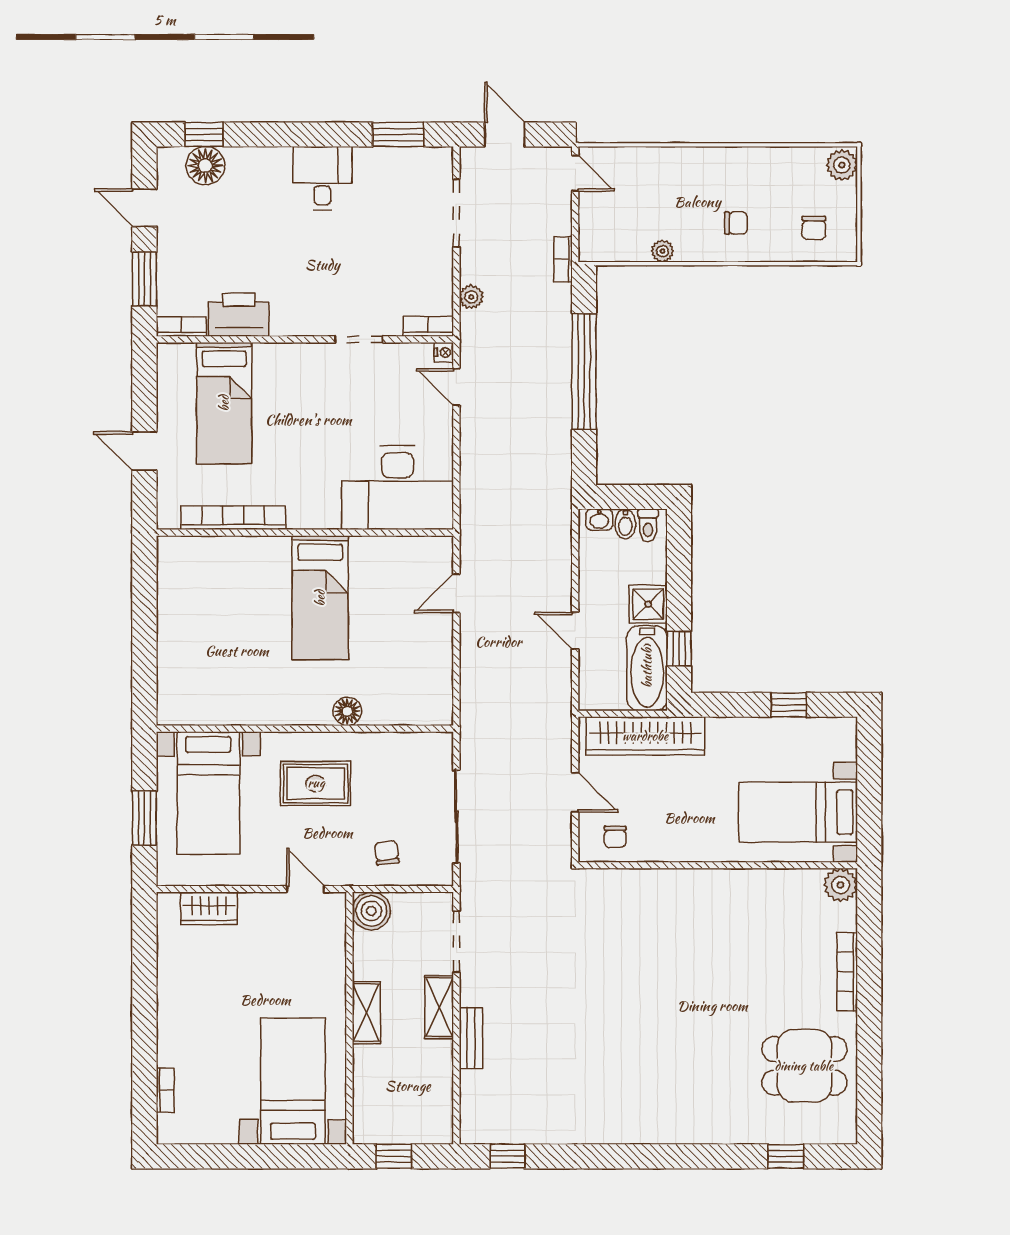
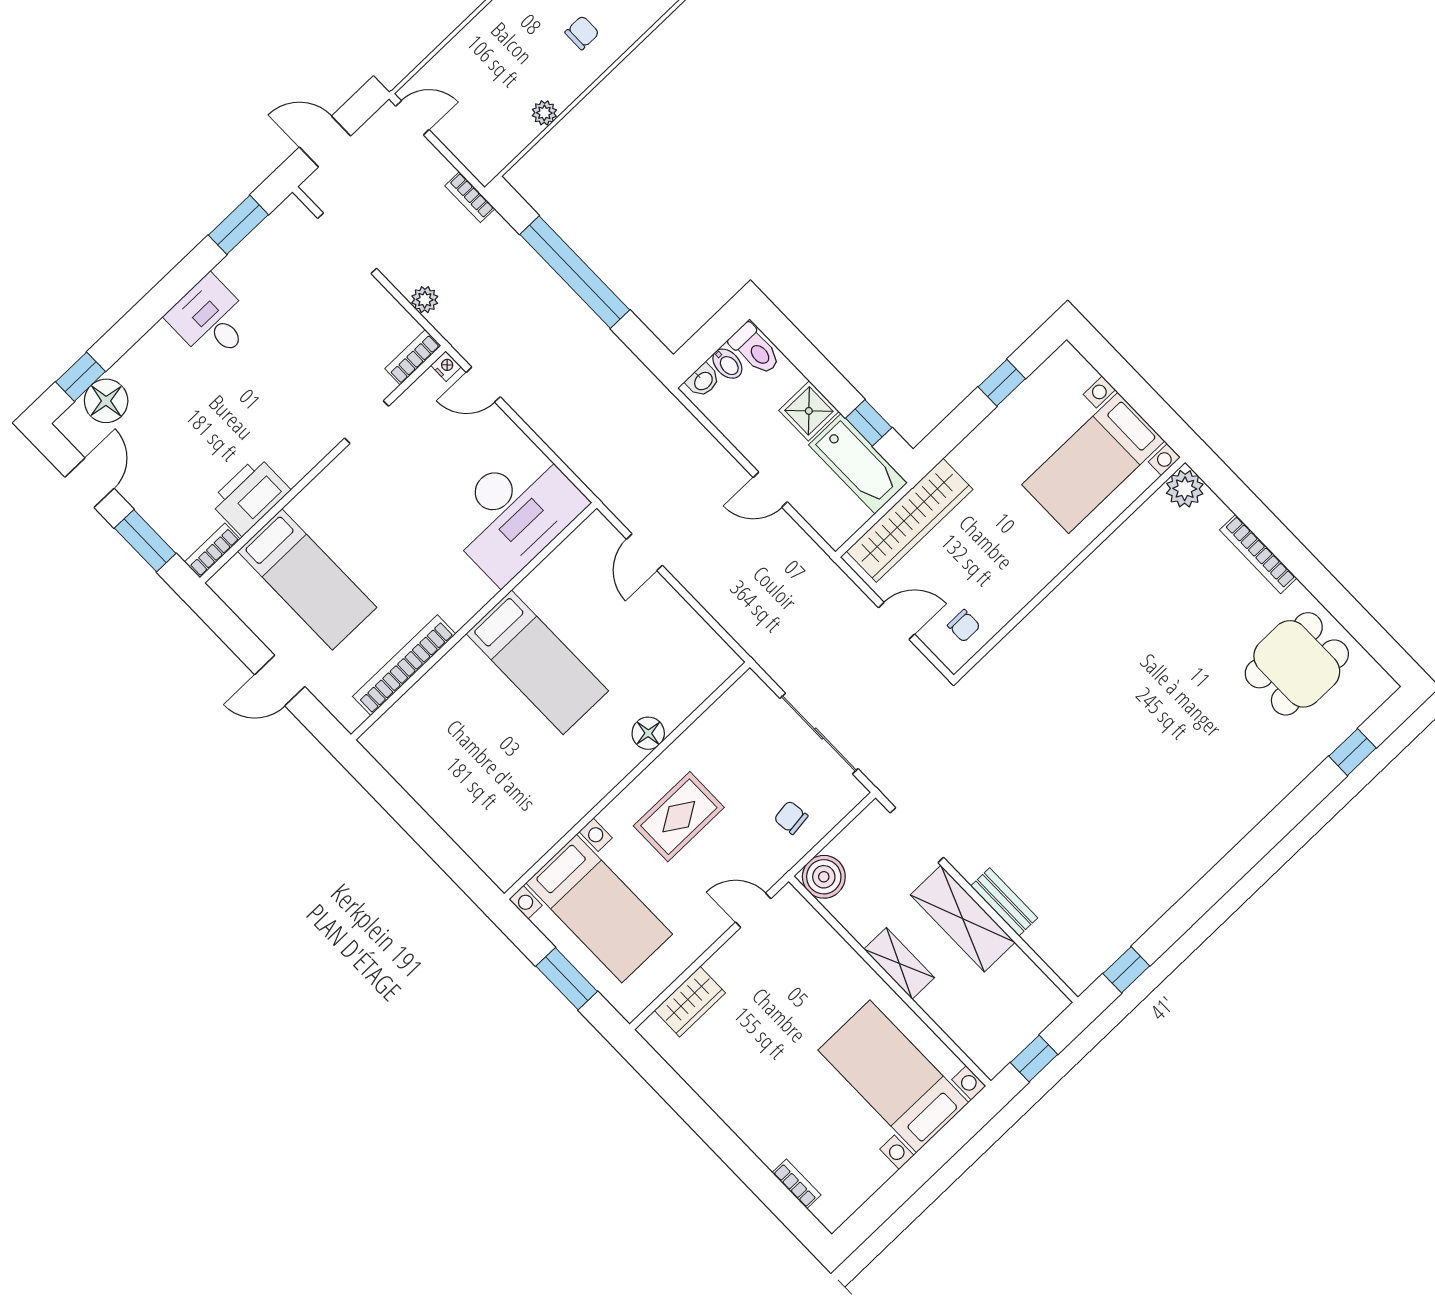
door: (144, 208) -> (89, 483), swing flipped
toilet: (648, 525) -> (755, 349), width x1.37, depth x1.39
shelving: (439, 1007) -> (963, 919), width x1.50, depth x1.33

